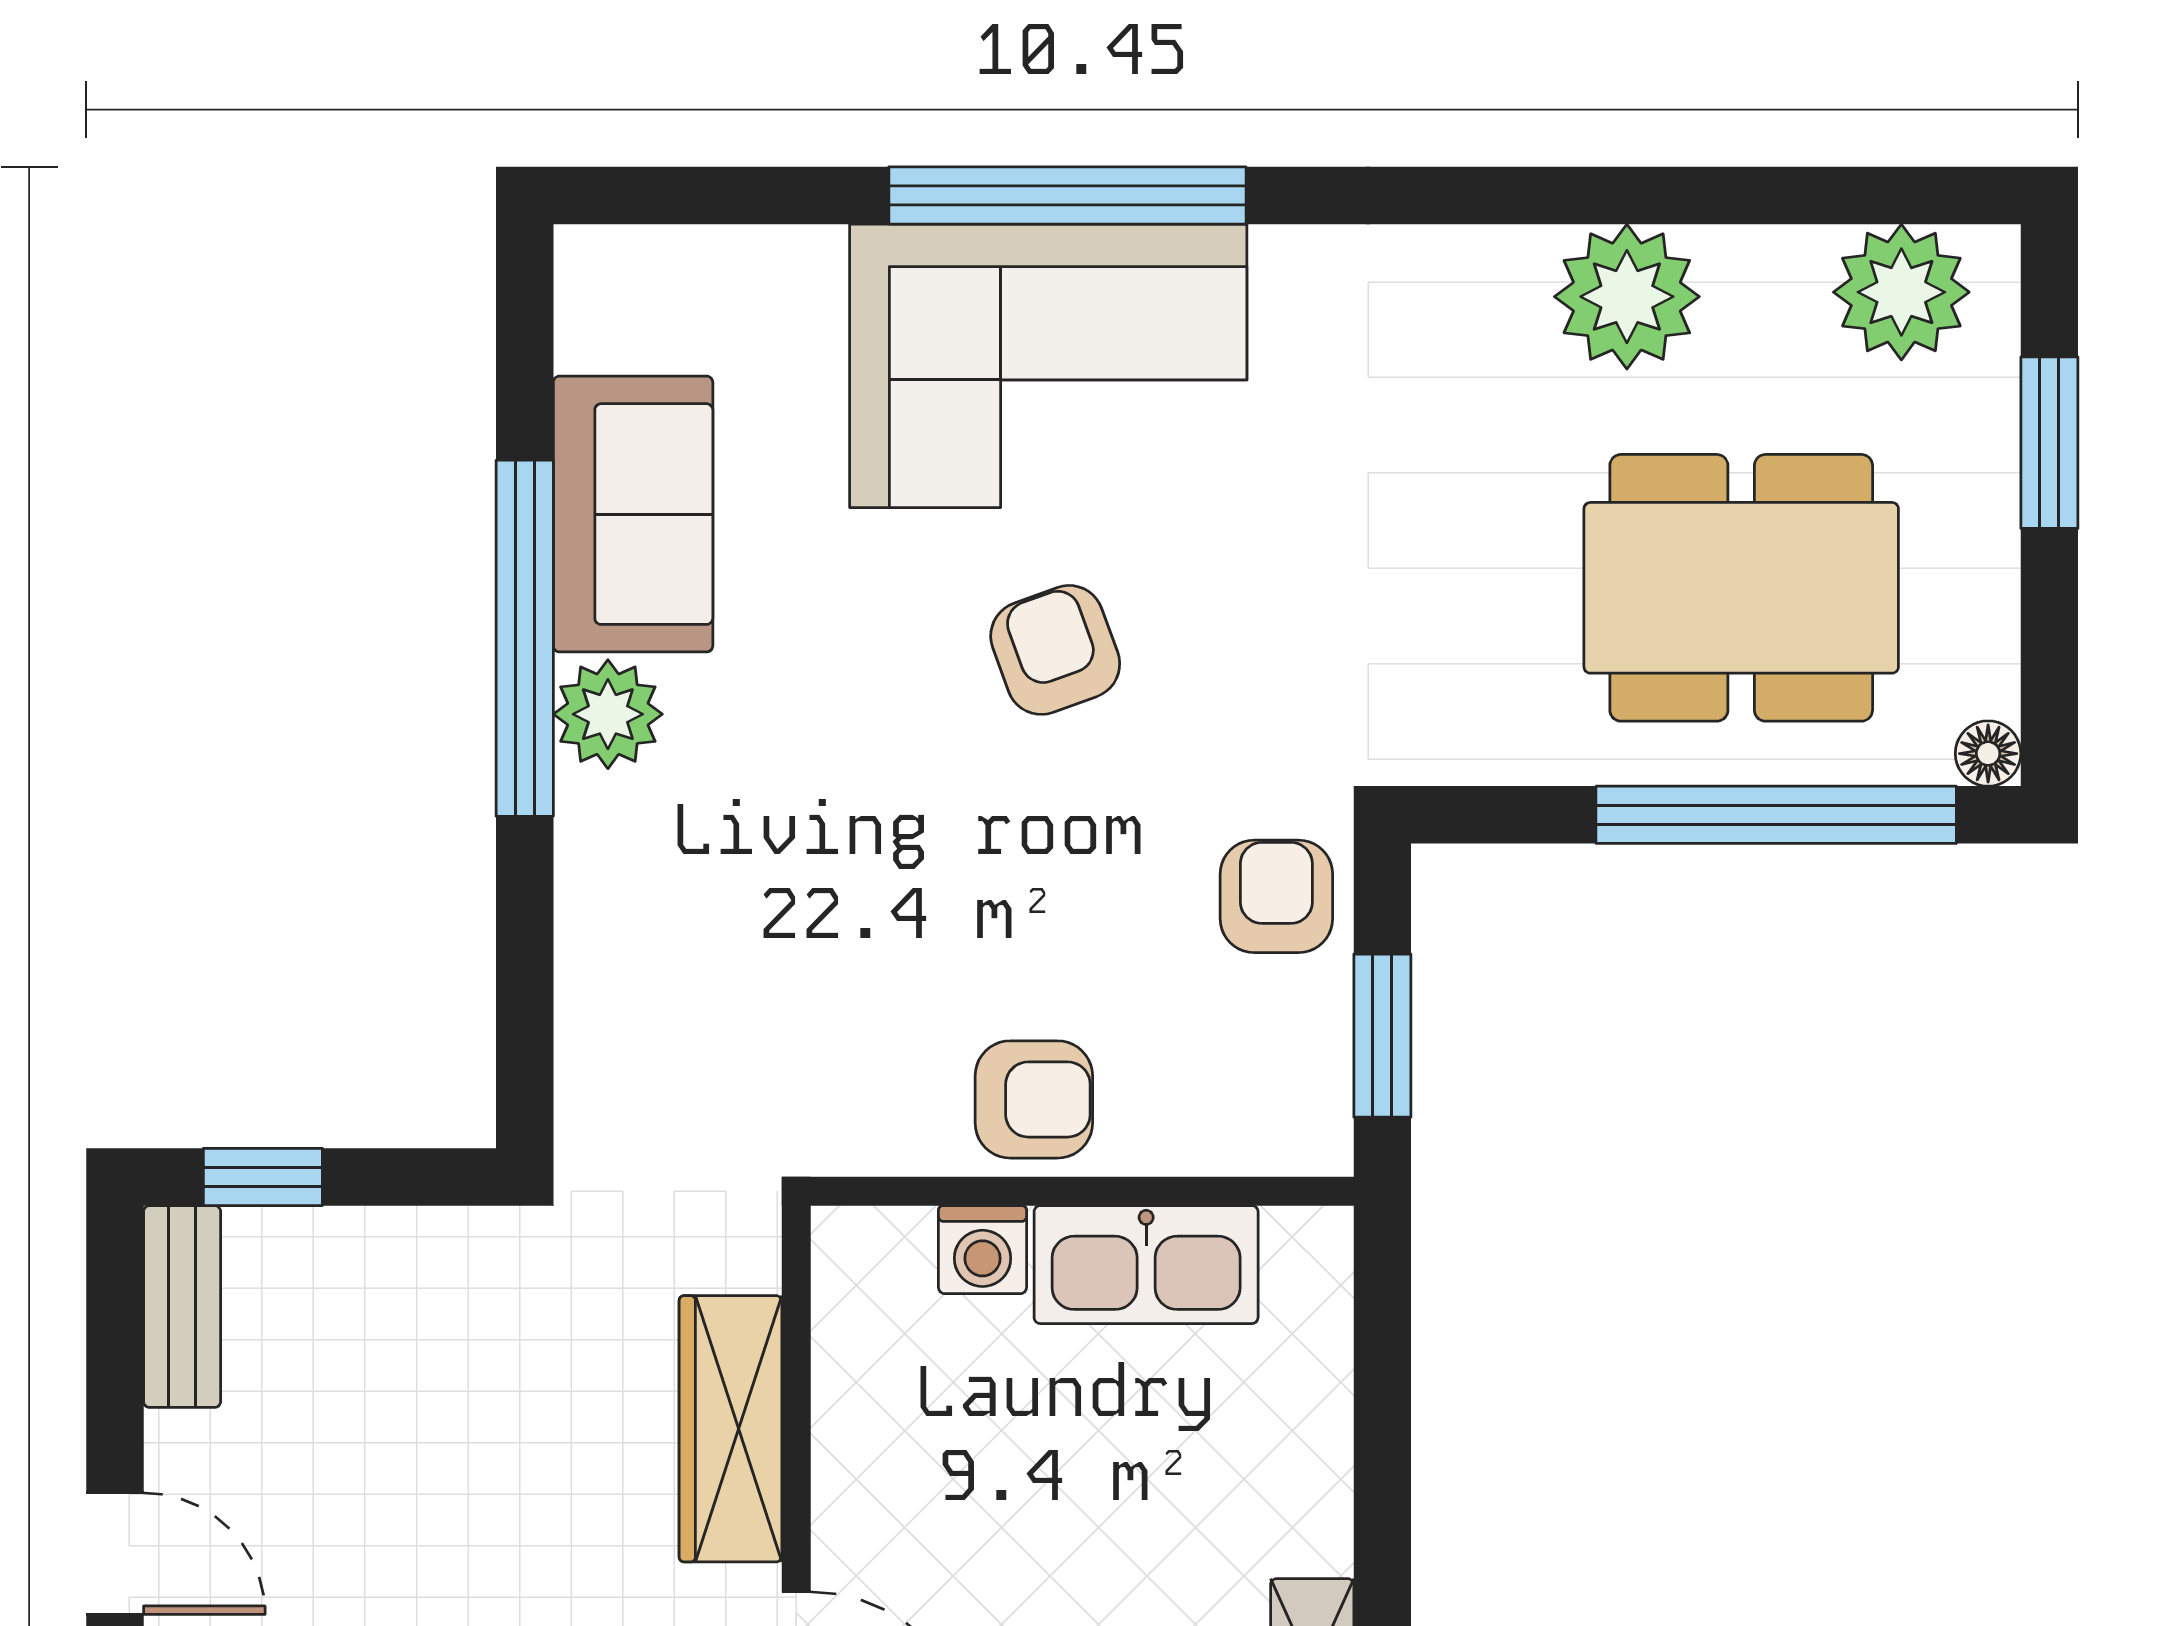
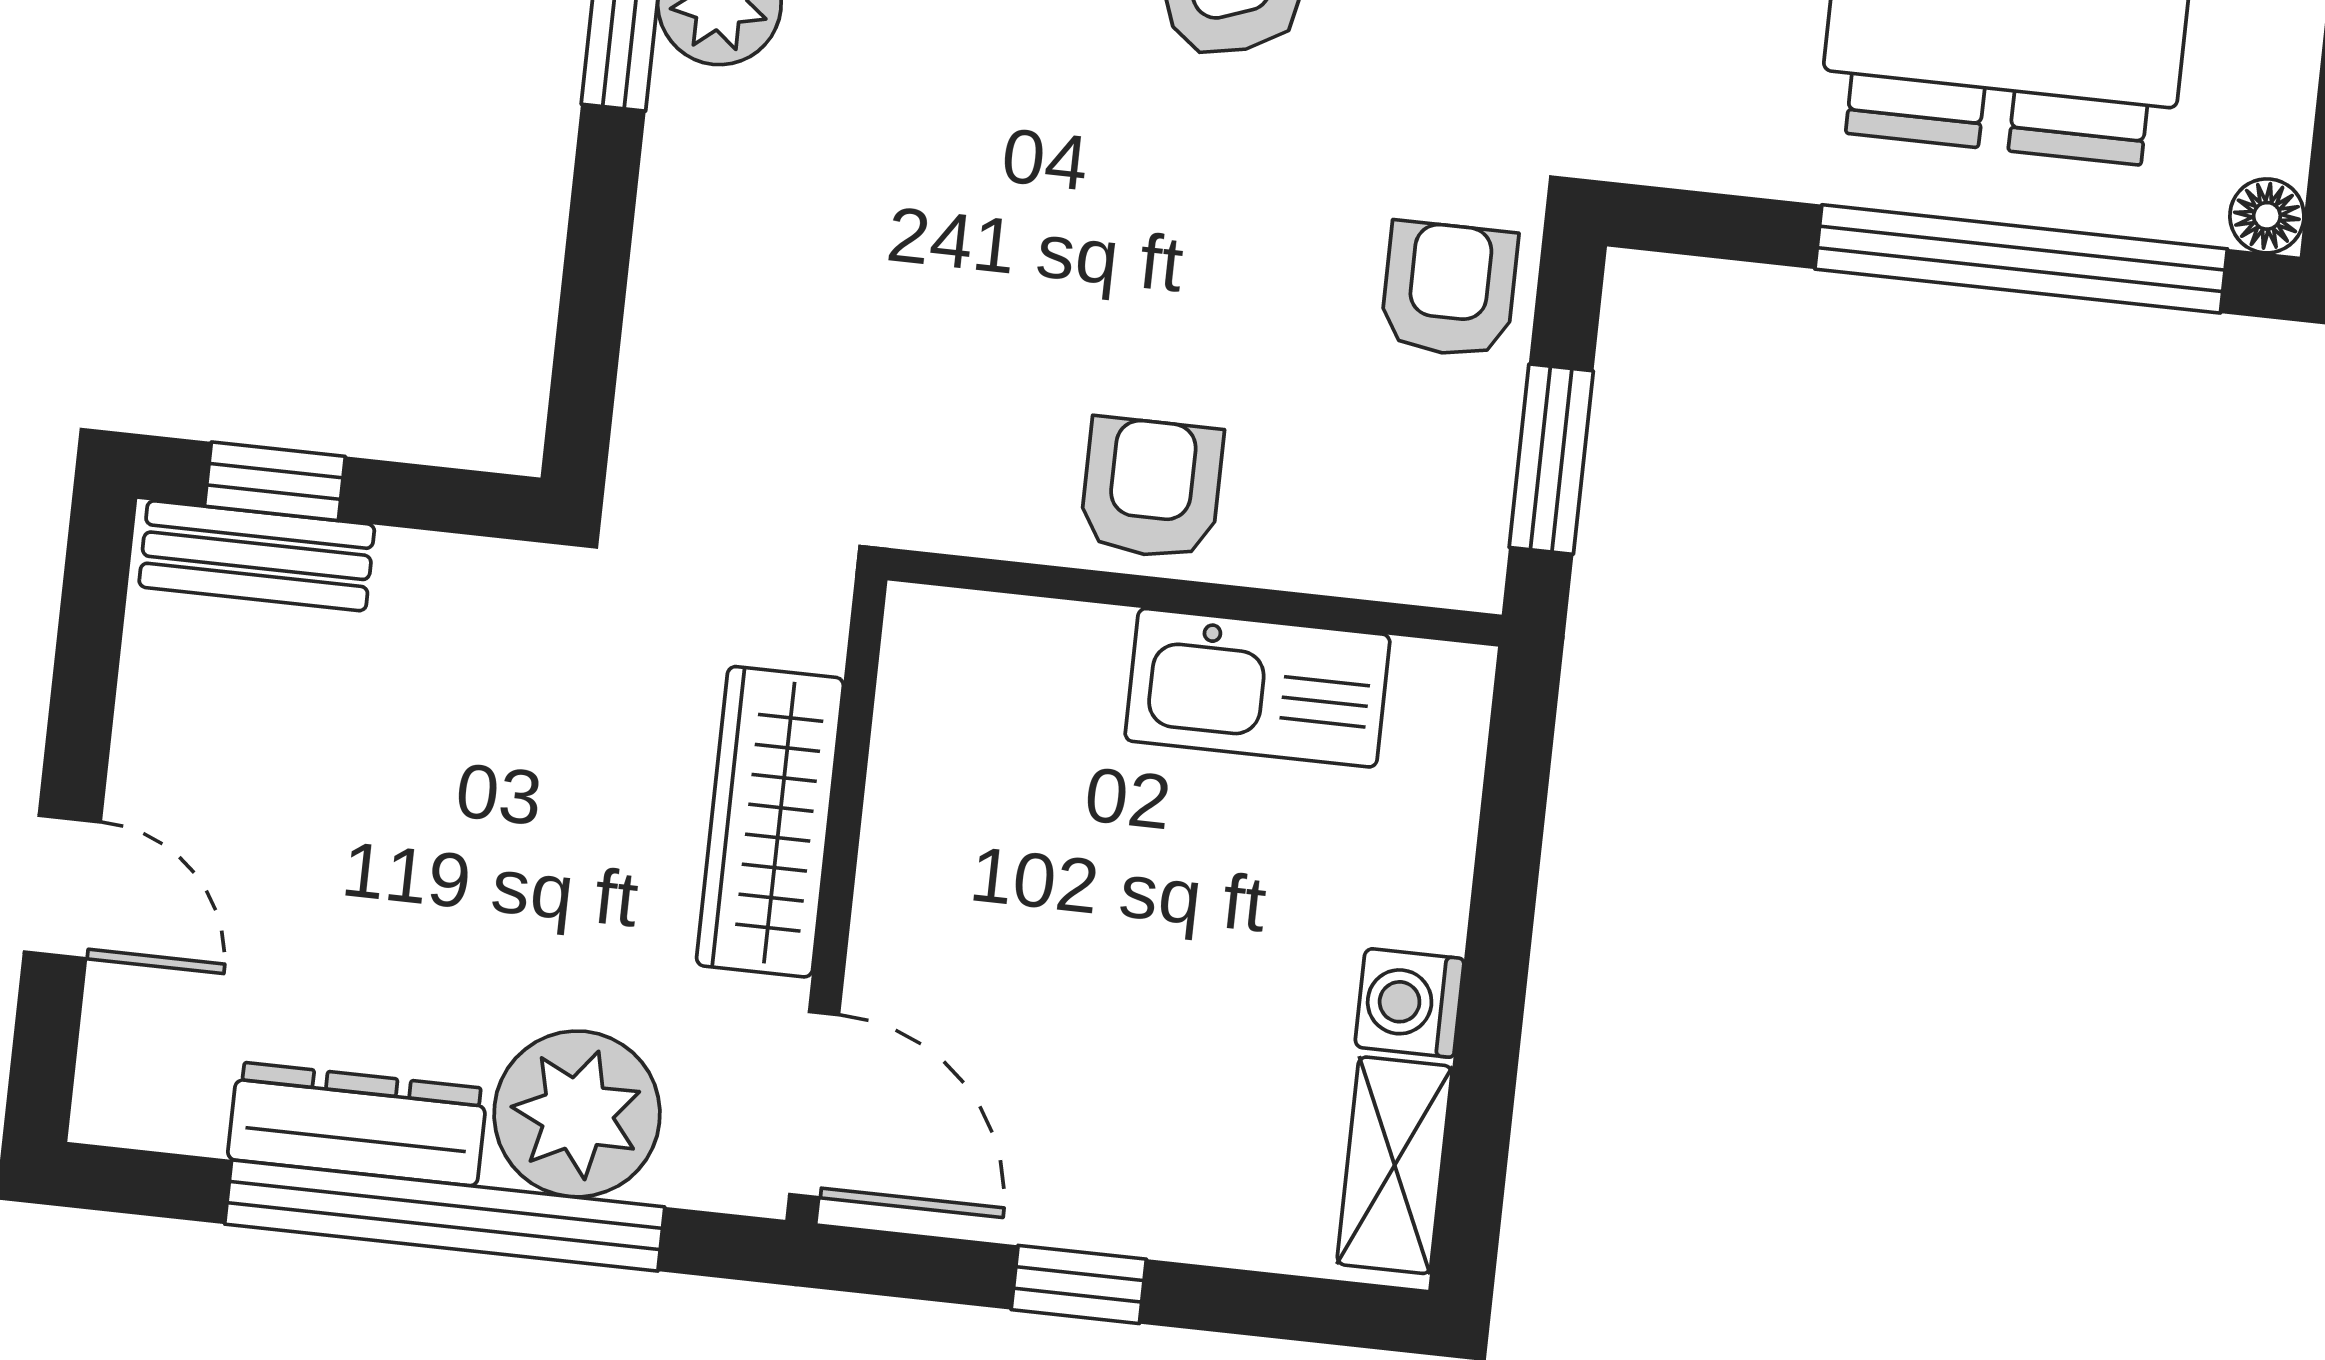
armchair: (1034, 1099) -> (1151, 488), turned -90
washing machine: (983, 1250) -> (1409, 1003), moved, turned 90
bench: (182, 1306) -> (257, 556), moved, turned 90

